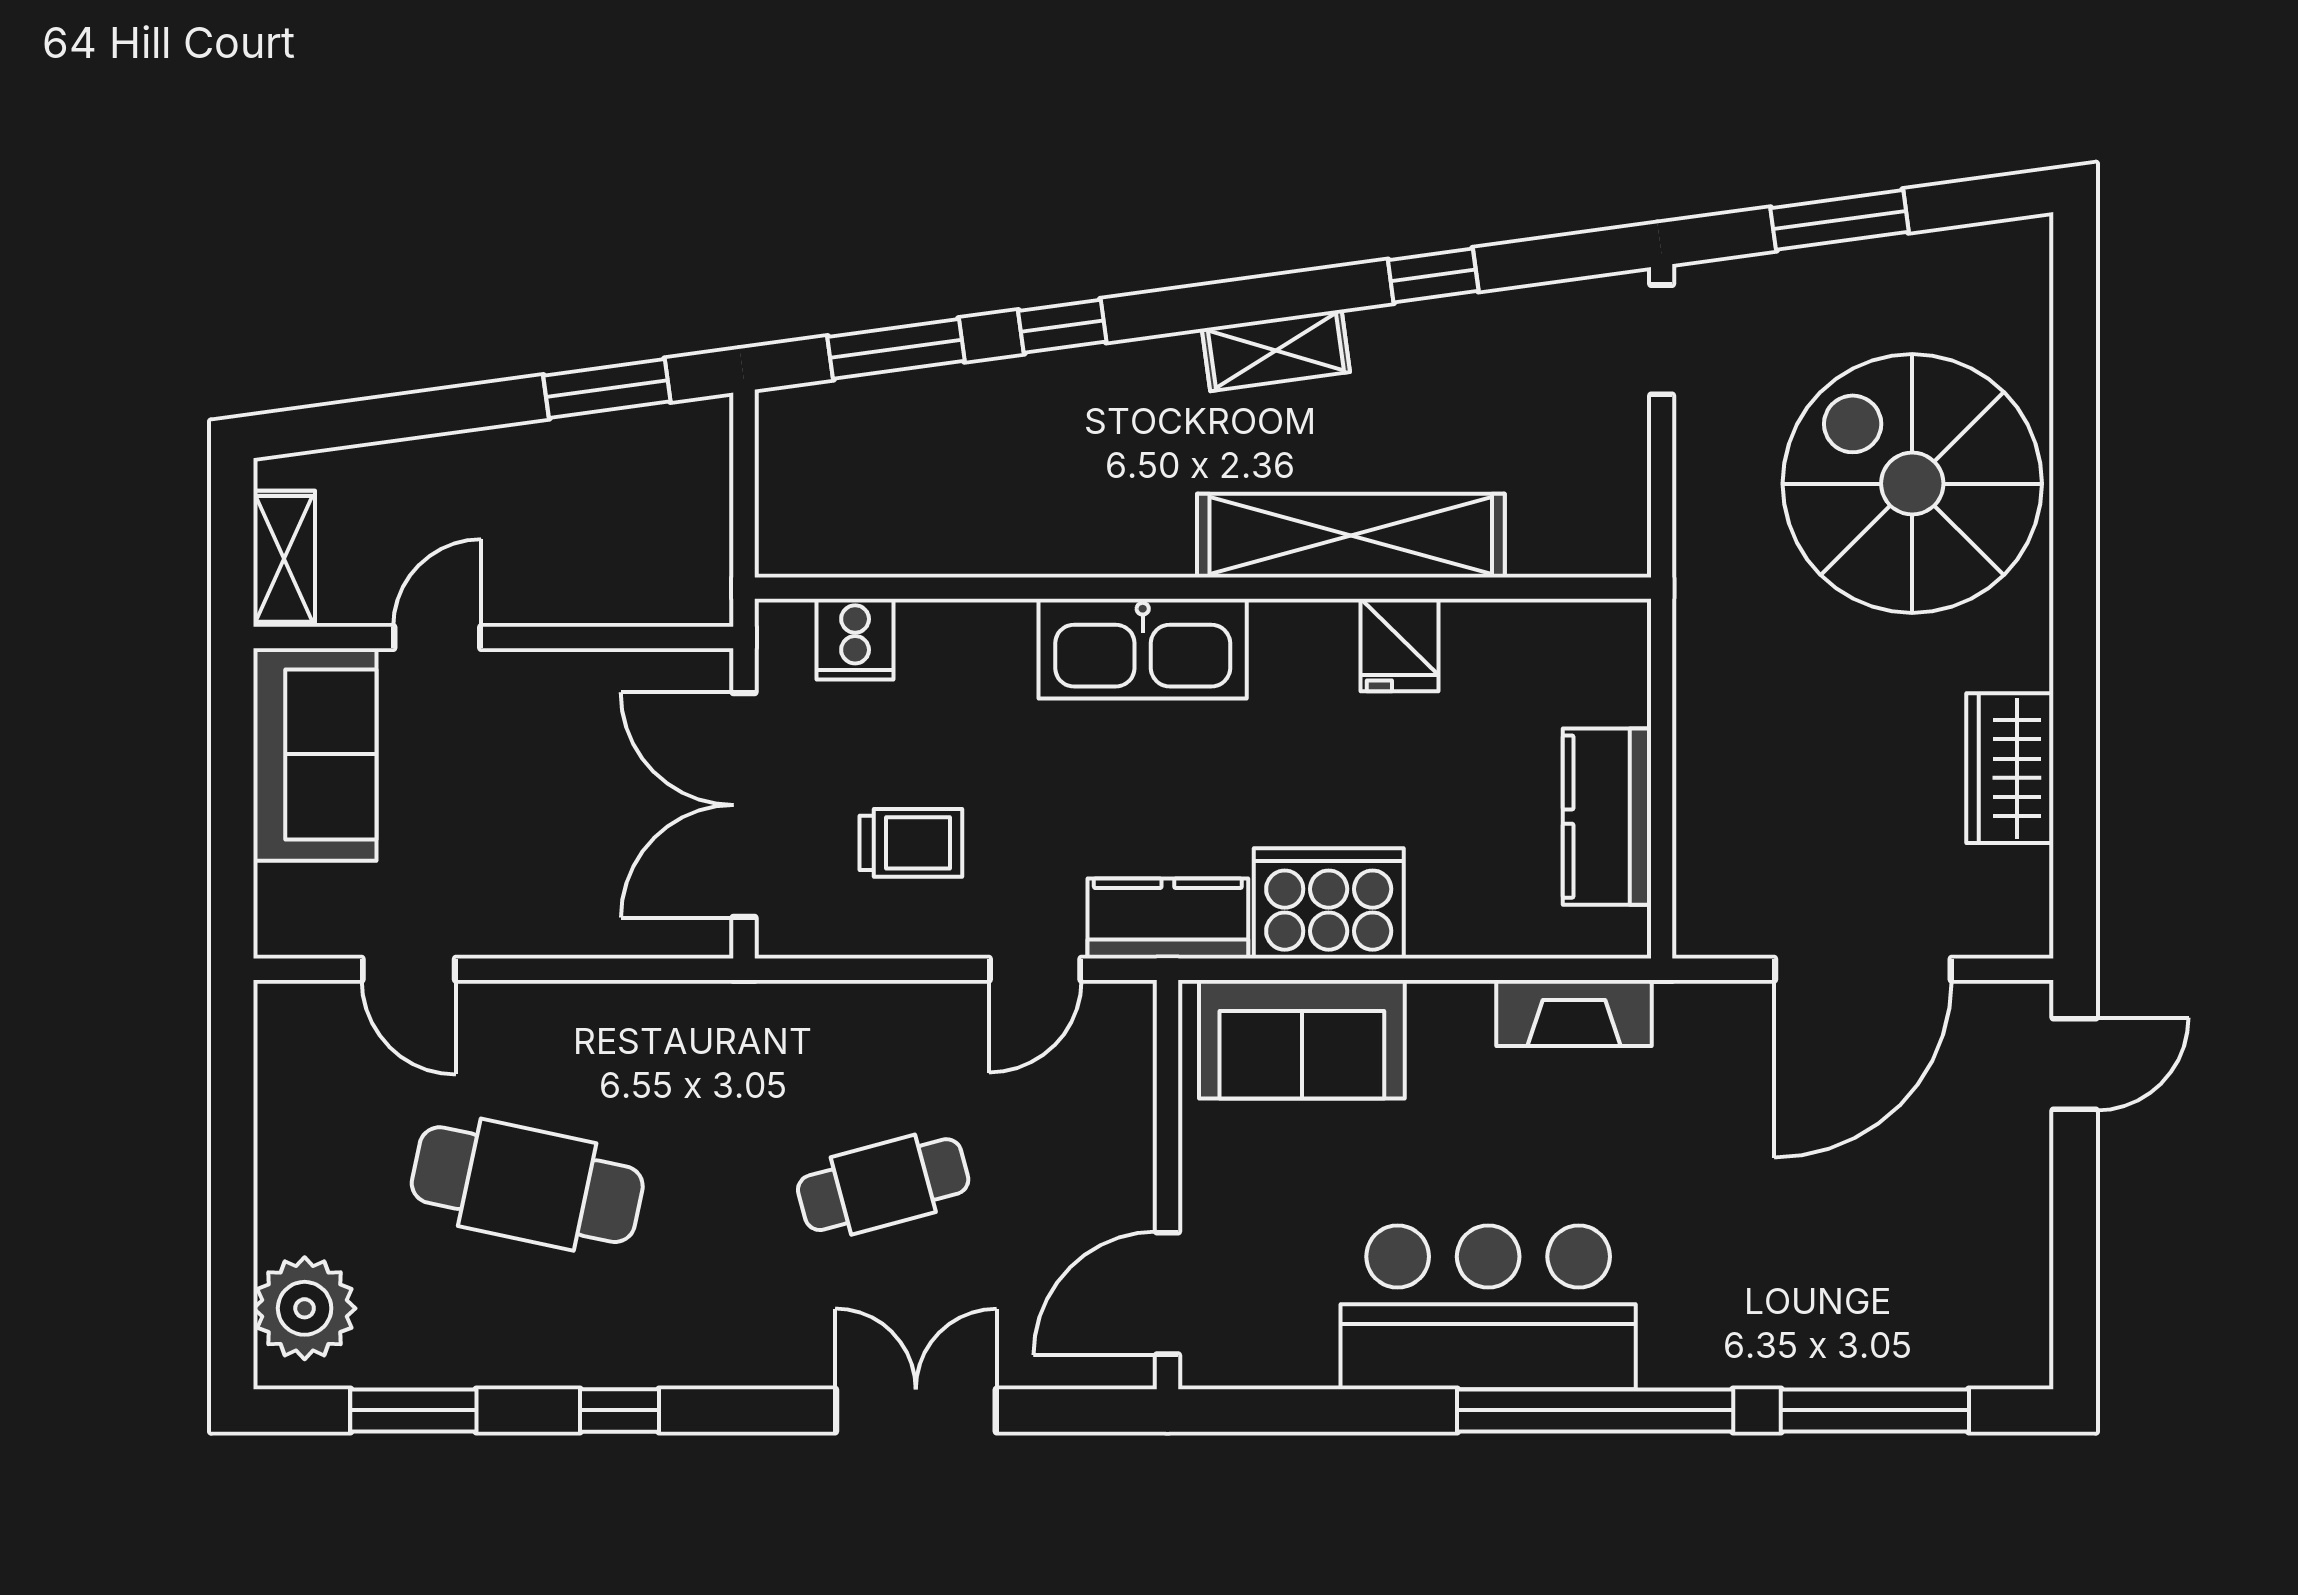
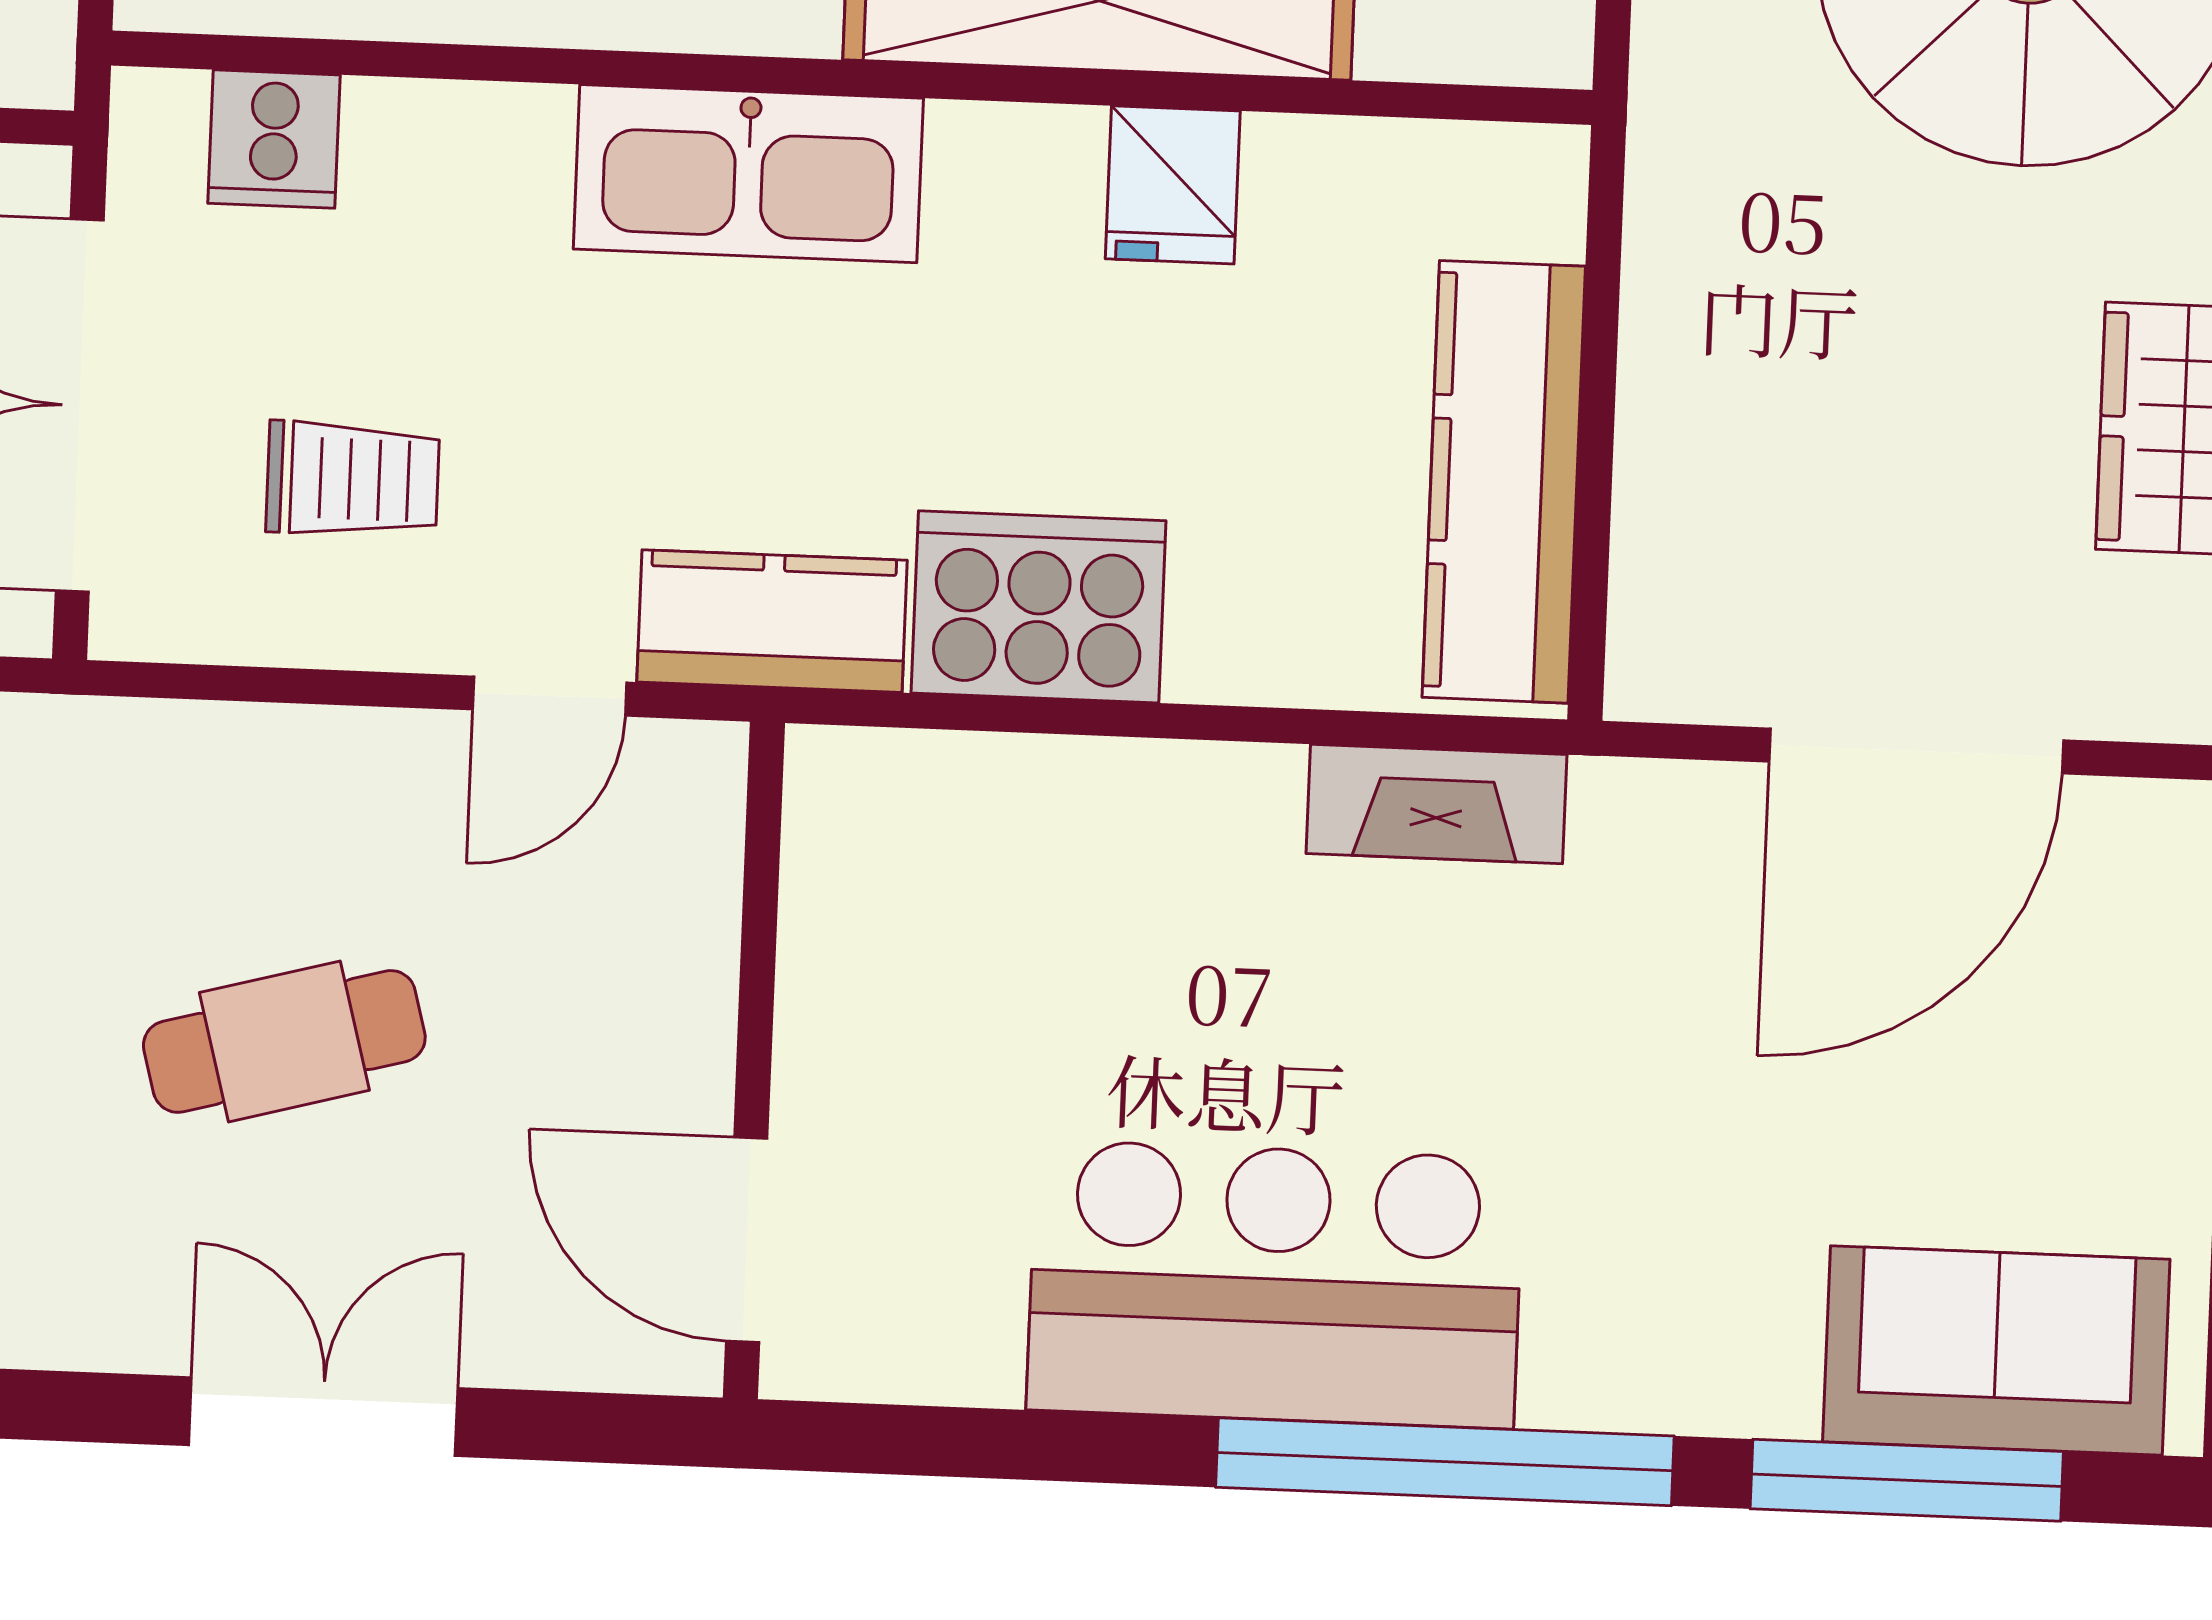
kitchen counter: (1607, 817) -> (1504, 482), width x1.50
sofa: (1302, 1039) -> (1996, 1351), moved, turned 180
door: (1168, 1293) -> (747, 1240), hinge flipped

